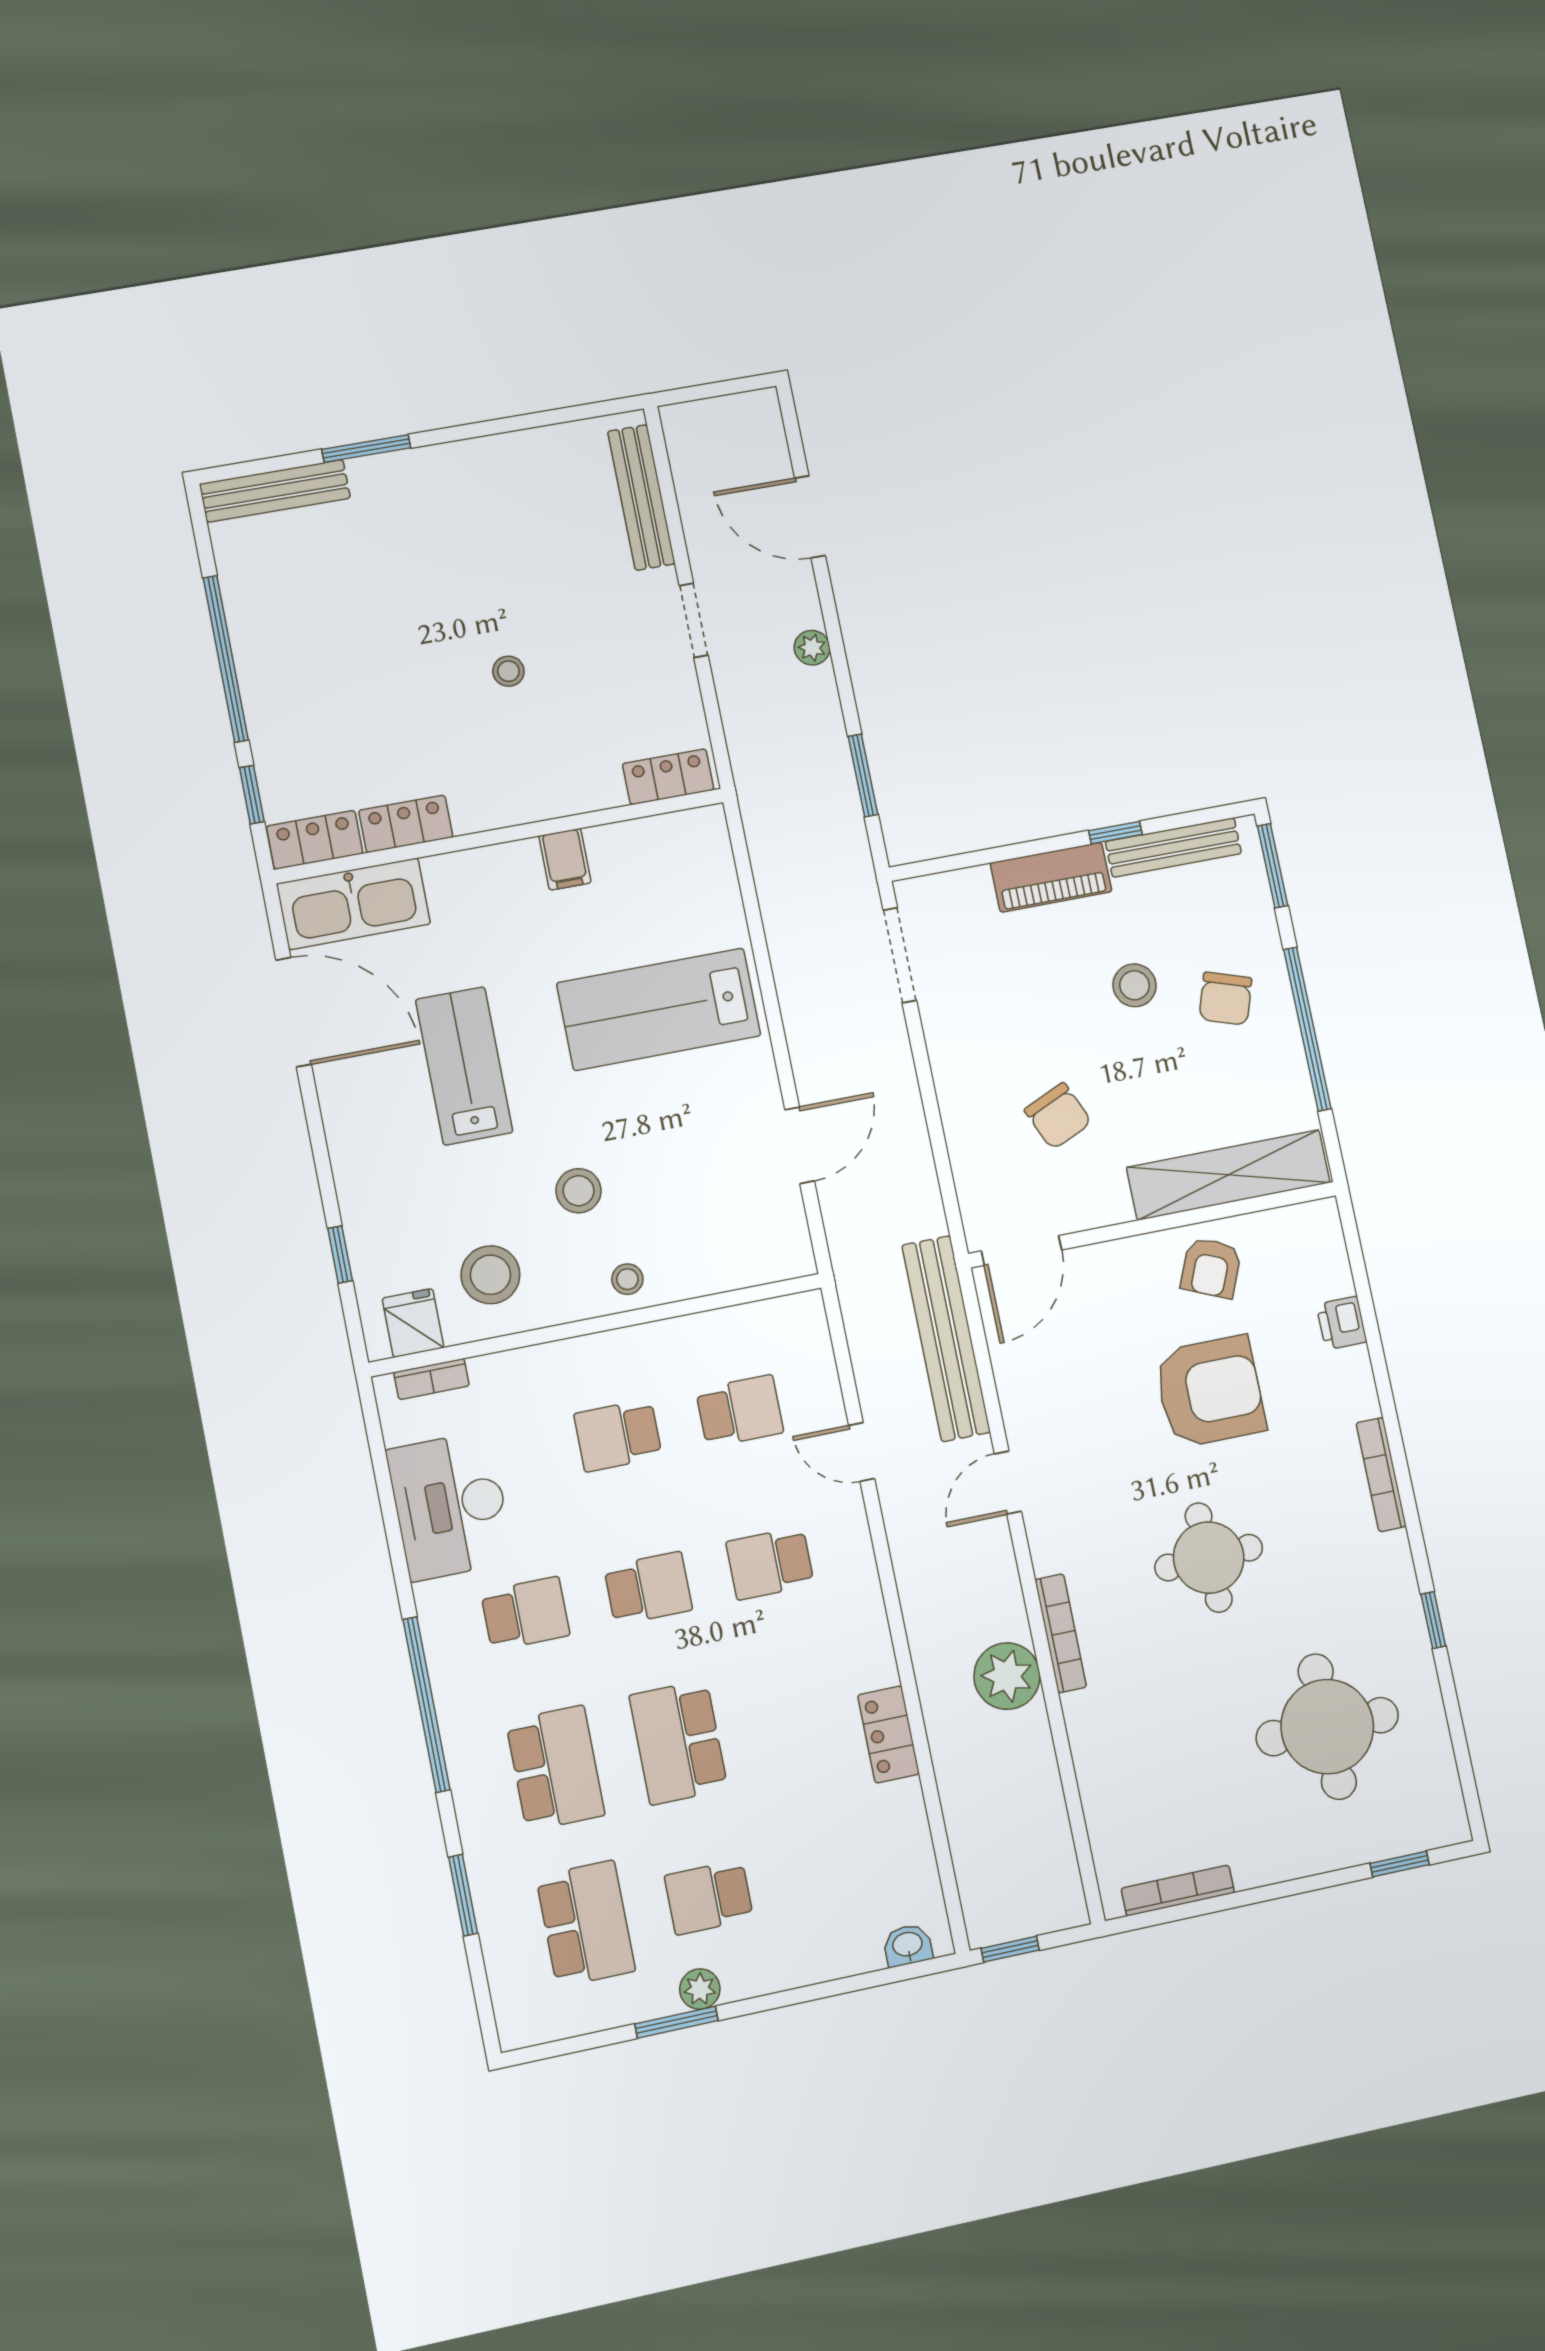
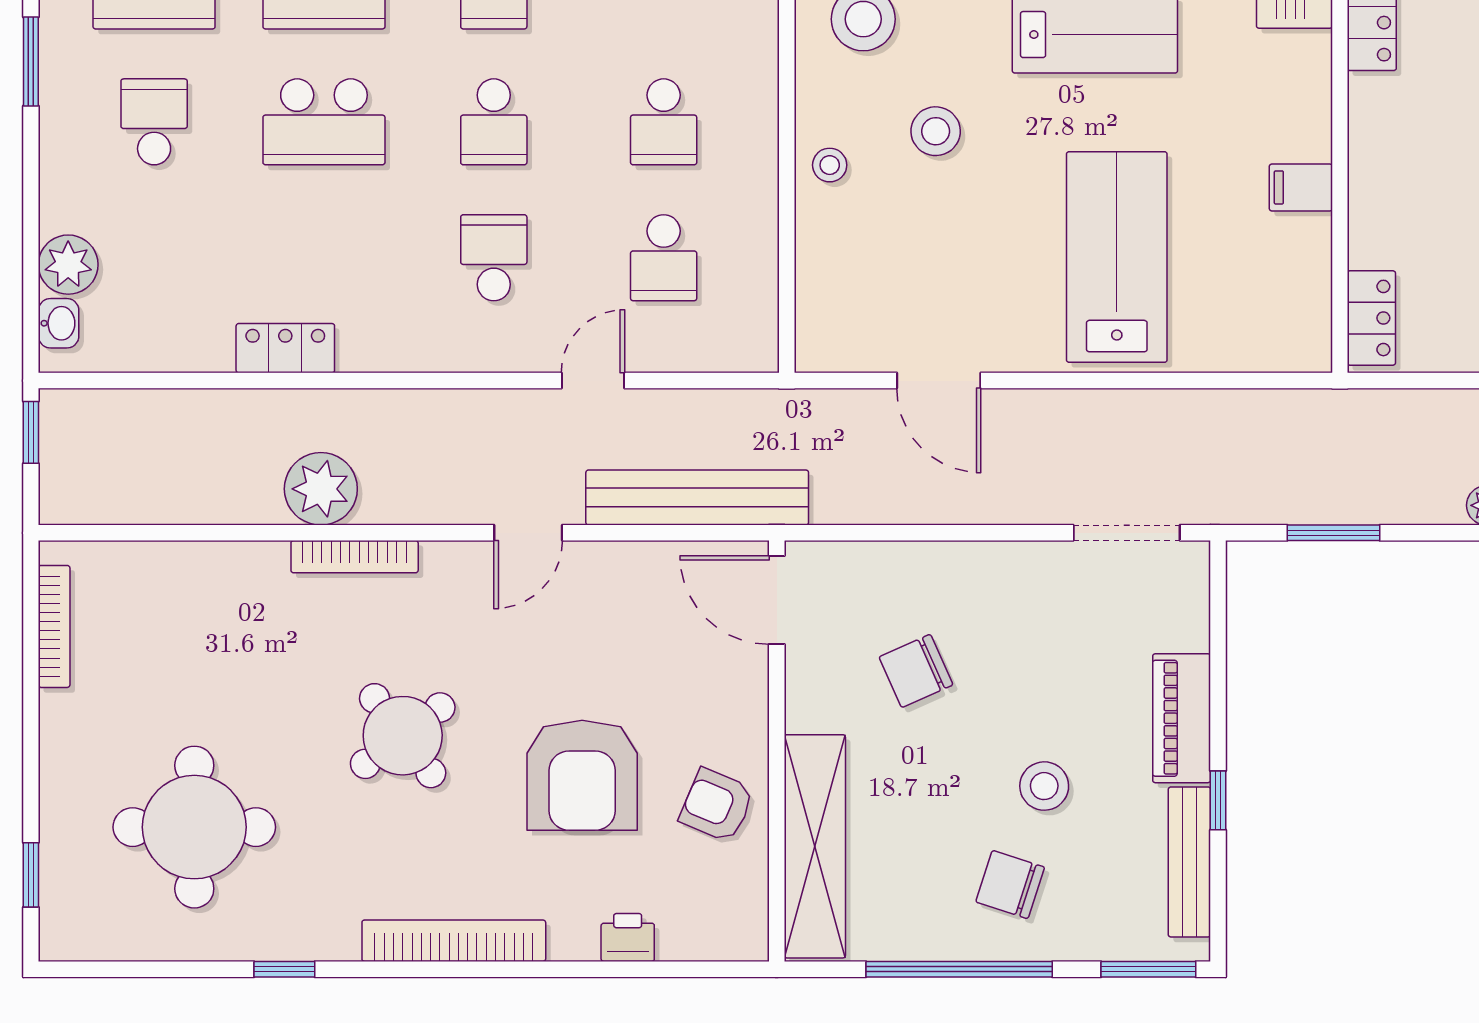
school desk: (618, 1435) -> (664, 122), turned 180
bookcase: (1381, 1475) -> (454, 941), width x1.48, depth x1.31
door: (1008, 1483) -> (528, 533), swing flipped
round table: (1209, 1558) -> (403, 736), turned -35
school desk: (678, 1742) -> (324, 122), turned 180
plant: (700, 1989) -> (68, 265), moved, width x1.38, depth x1.38

